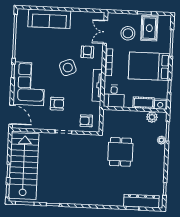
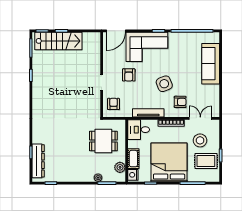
bed: (149, 66) -> (169, 162), width x1.36
dining table: (120, 152) -> (103, 141), moved
stairs: (24, 166) -> (58, 41), width x0.73, depth x0.66

